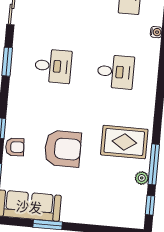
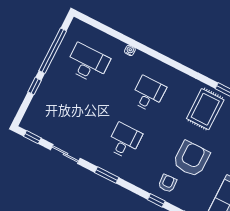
armchair: (15, 147) -> (167, 183), moved

